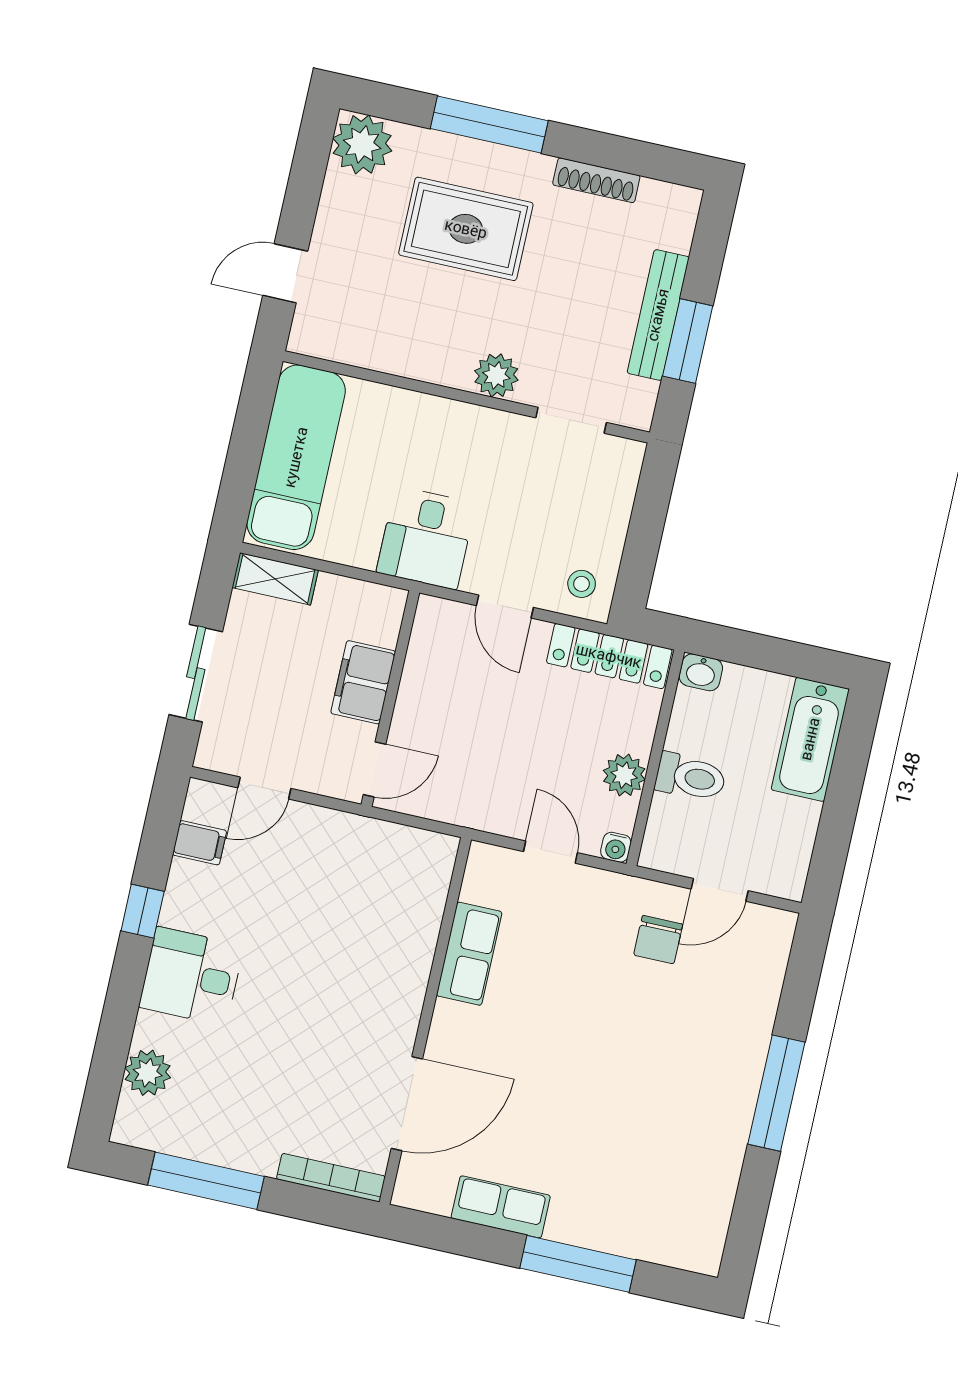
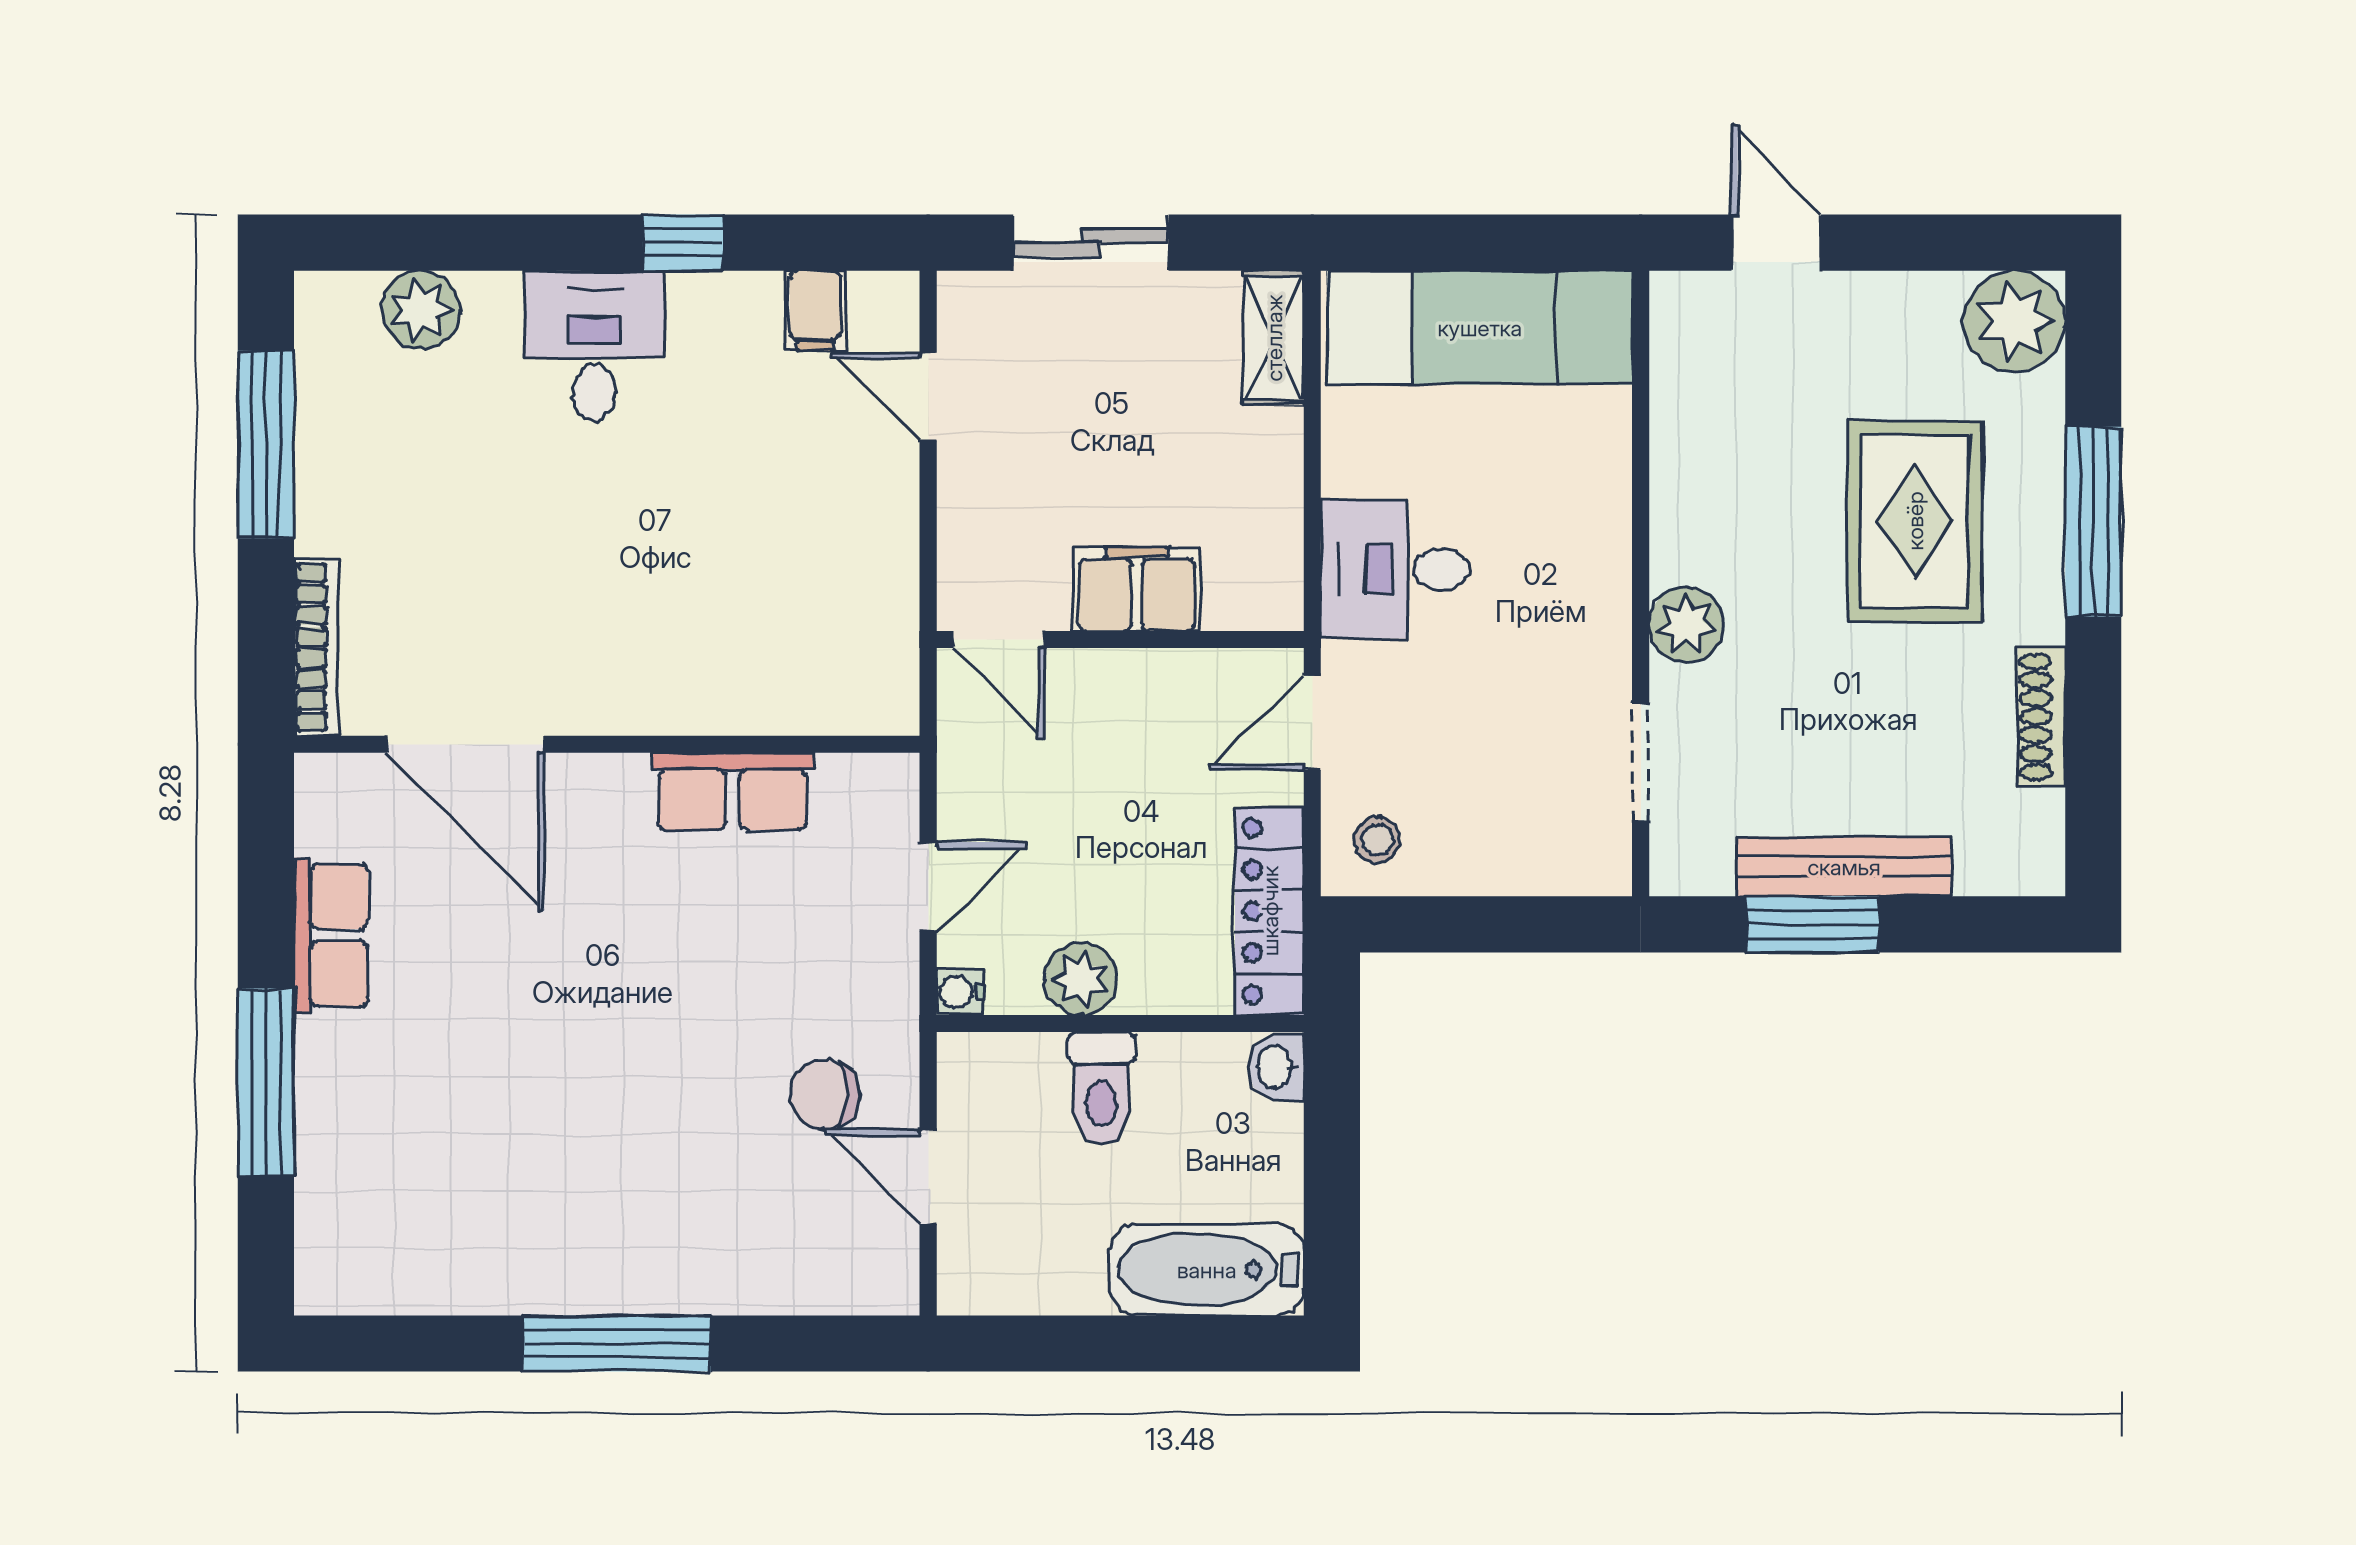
filing cabinet: (363, 682) -> (1137, 589), moved
wall: (390, 699) -> (1120, 639), moved
door: (375, 769) -> (999, 639), moved

